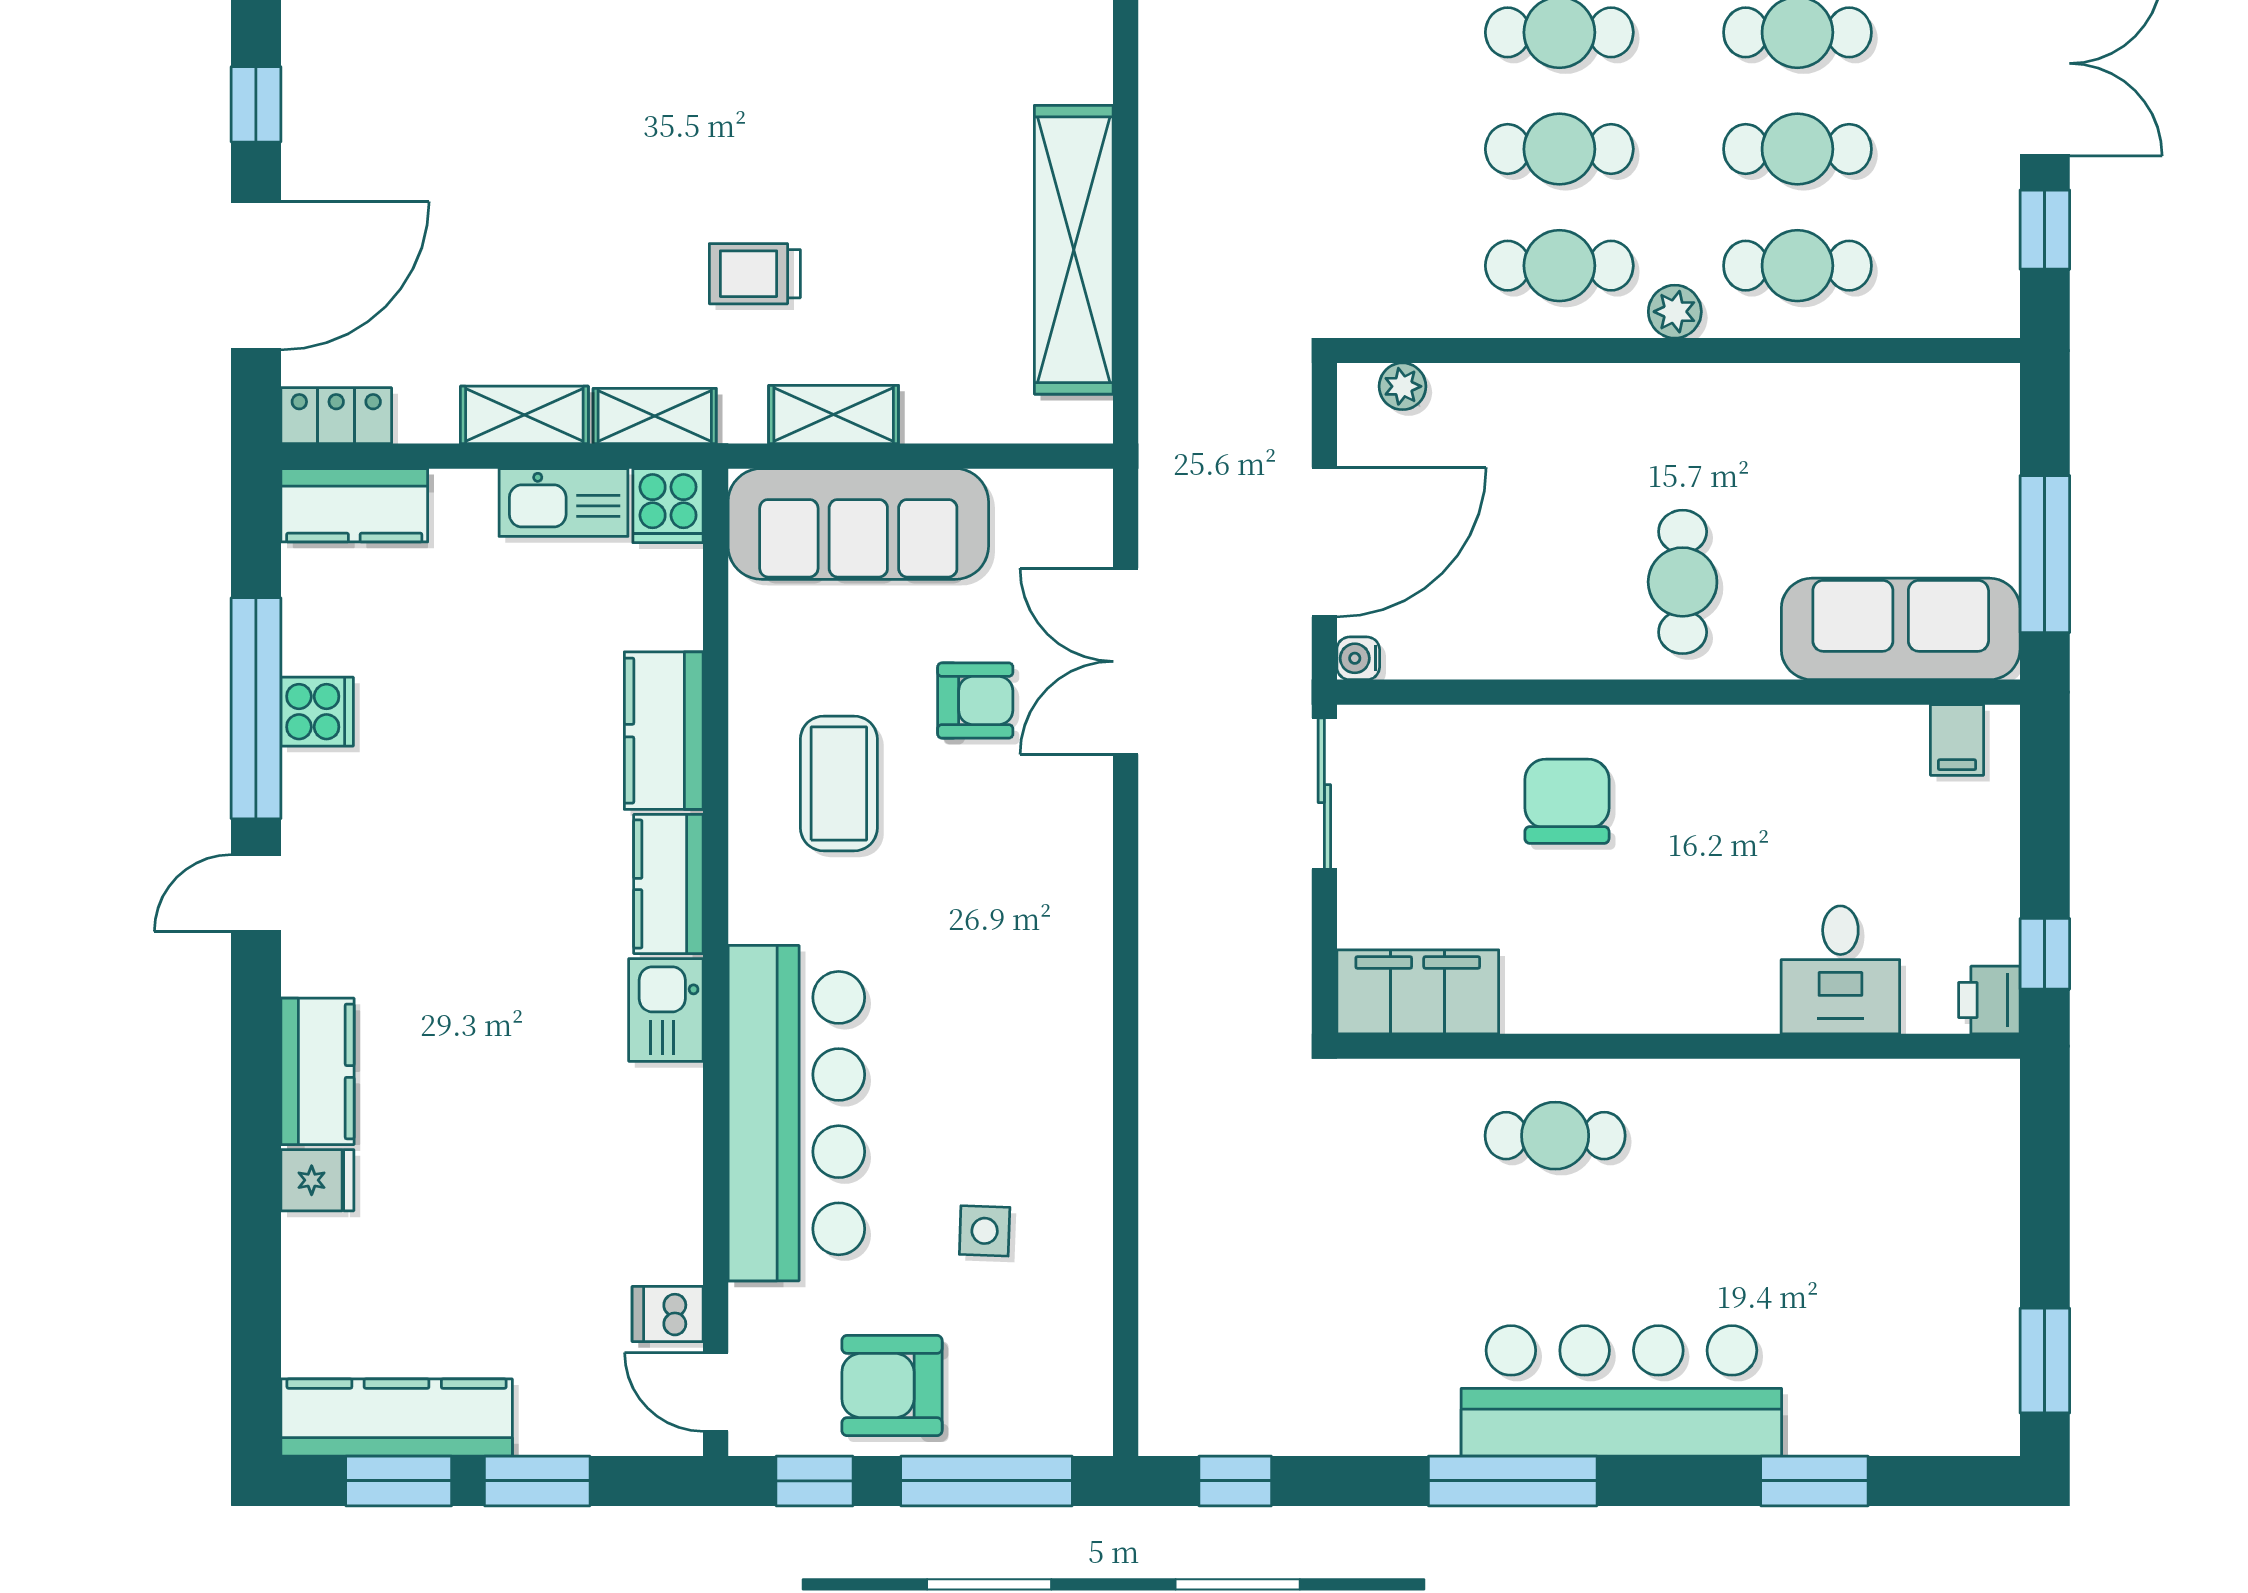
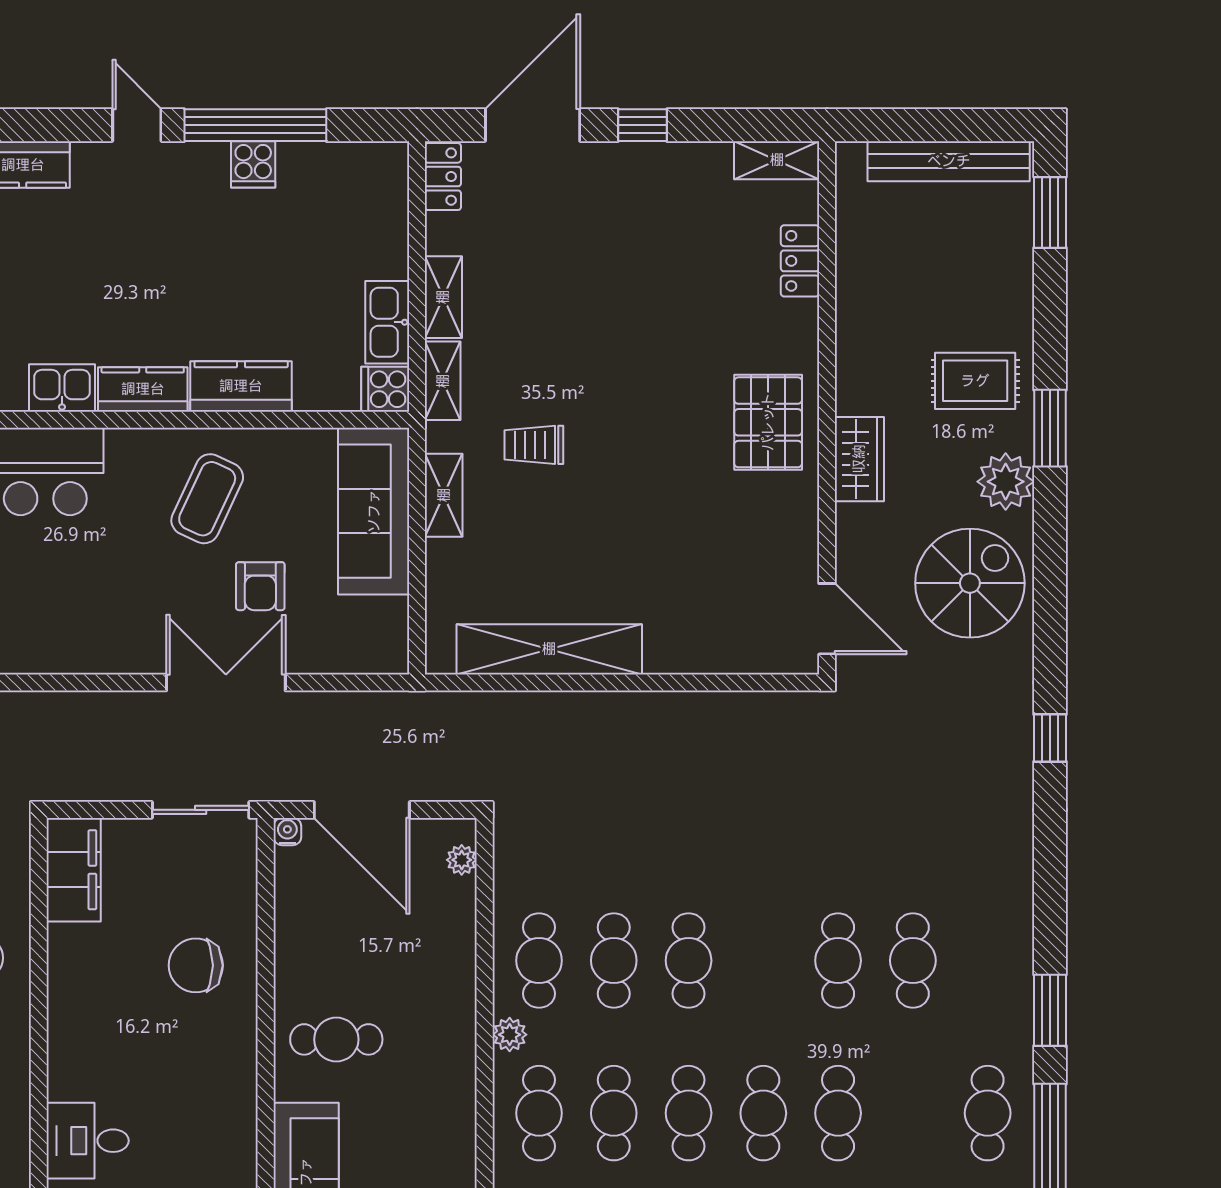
trolley: (755, 274) -> (534, 445), turned -90
door: (256, 276) -> (533, 125), swing flipped
kitchen counter: (354, 505) -> (385, 188), removed
double door: (1126, 661) -> (226, 682), moved
coffee table: (839, 783) -> (207, 499), turned -65
chair: (1567, 801) -> (196, 965), turned 180

